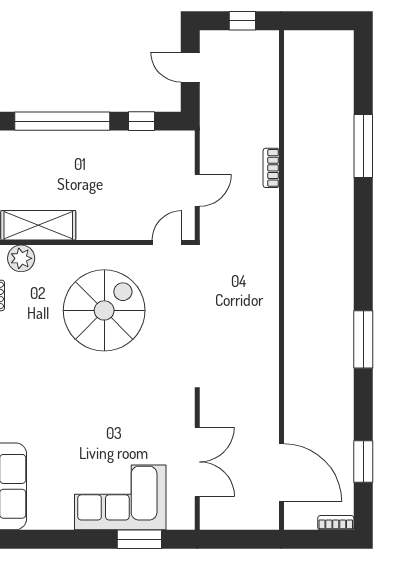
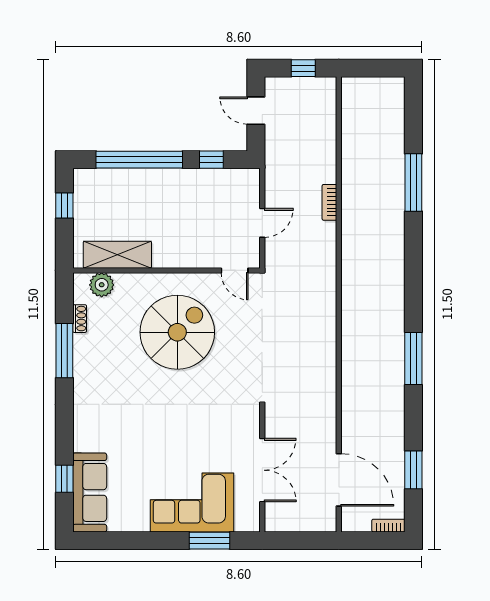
door: (167, 243) -> (235, 270), swing flipped

